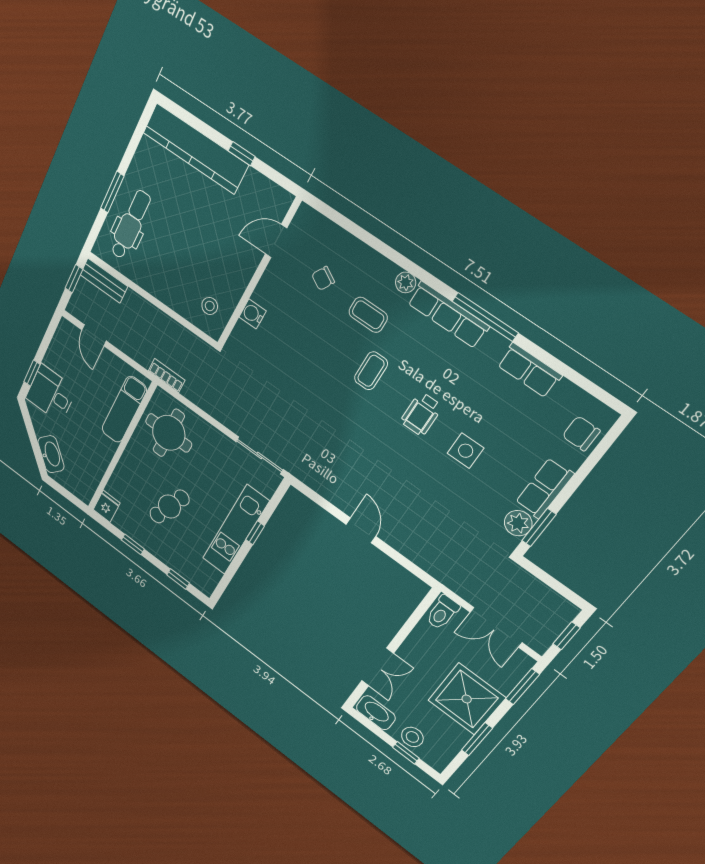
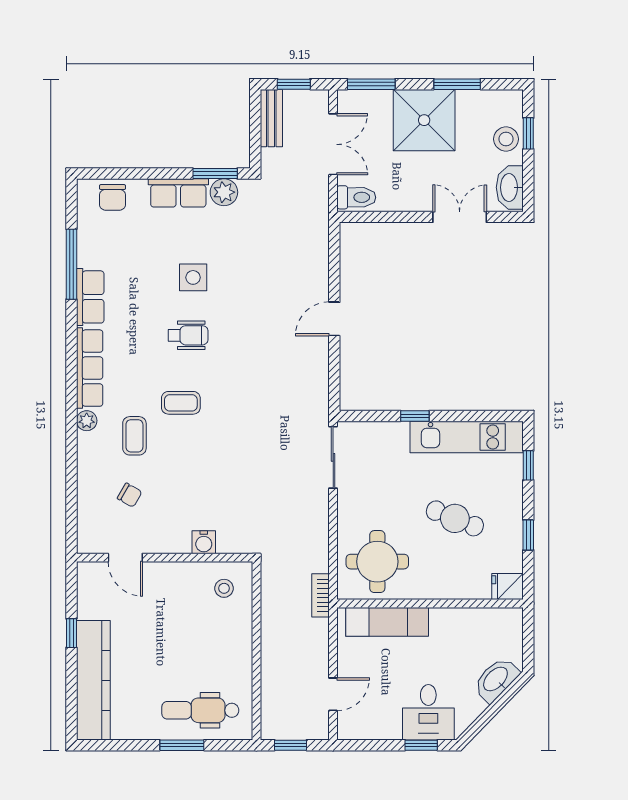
bench: (104, 281) -> (271, 118), moved
window: (485, 317) -> (71, 264), moved
row of seats: (529, 370) -> (90, 297), moved
kitchen unit: (236, 530) -> (467, 437), moved

